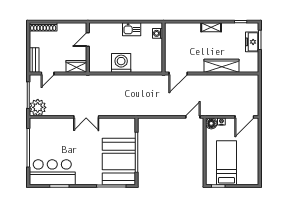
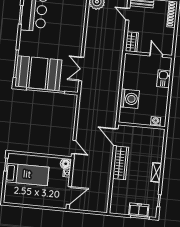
kitchen sink: (132, 29) -> (164, 79), moved
washing machine: (121, 63) -> (130, 99), moved
wardrobe: (221, 66) -> (121, 163), moved
double door: (86, 117) -> (81, 69), moved
door: (244, 117) -> (69, 196), swing flipped

